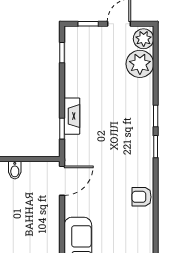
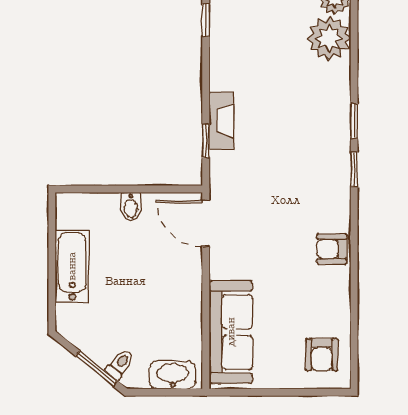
door: (62, 181) -> (206, 223), swing flipped

